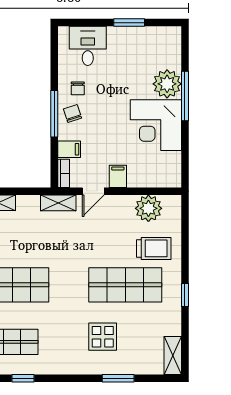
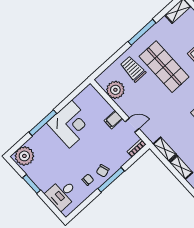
plant: (167, 84) -> (24, 156), moved
filing cabinet: (69, 149) -> (122, 156), removed
shelving: (58, 203) -> (165, 149), moved
window: (185, 295) -> (142, 32), width x2.17

